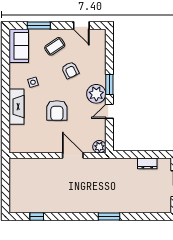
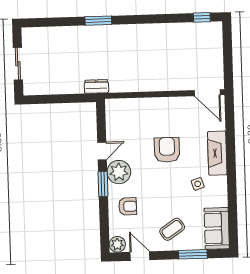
armchair: (70, 70) -> (128, 206), moved, turned 116
plant: (99, 147) -> (117, 244), moved
door: (73, 156) -> (207, 93), moved
dresser: (147, 163) -> (96, 86), moved
window: (37, 216) -> (202, 17), moved

